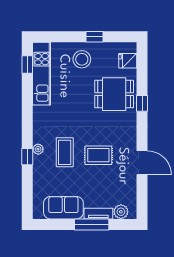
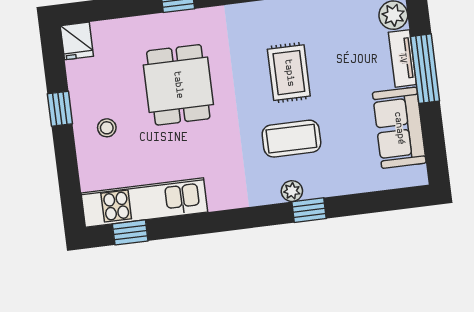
stool: (82, 59) -> (107, 128), width x0.53, depth x0.53
fridge: (128, 61) -> (77, 41), moved
dining table: (114, 94) -> (178, 85), moved

